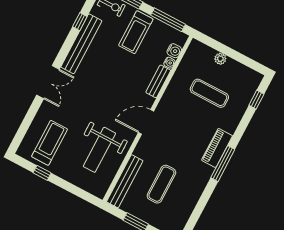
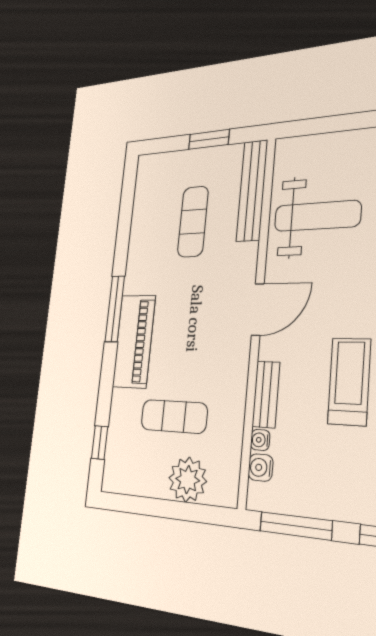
treadmill: (136, 32) -> (349, 381), moved
plant: (220, 59) -> (188, 480), width x1.87, depth x1.87
piano: (217, 148) -> (134, 341), width x1.37, depth x1.33
weight bench: (99, 150) -> (317, 216), turned 90

